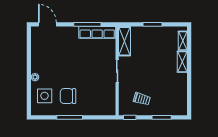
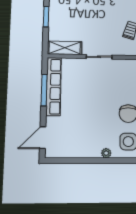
row of seats: (97, 32) -> (54, 86), width x1.36

